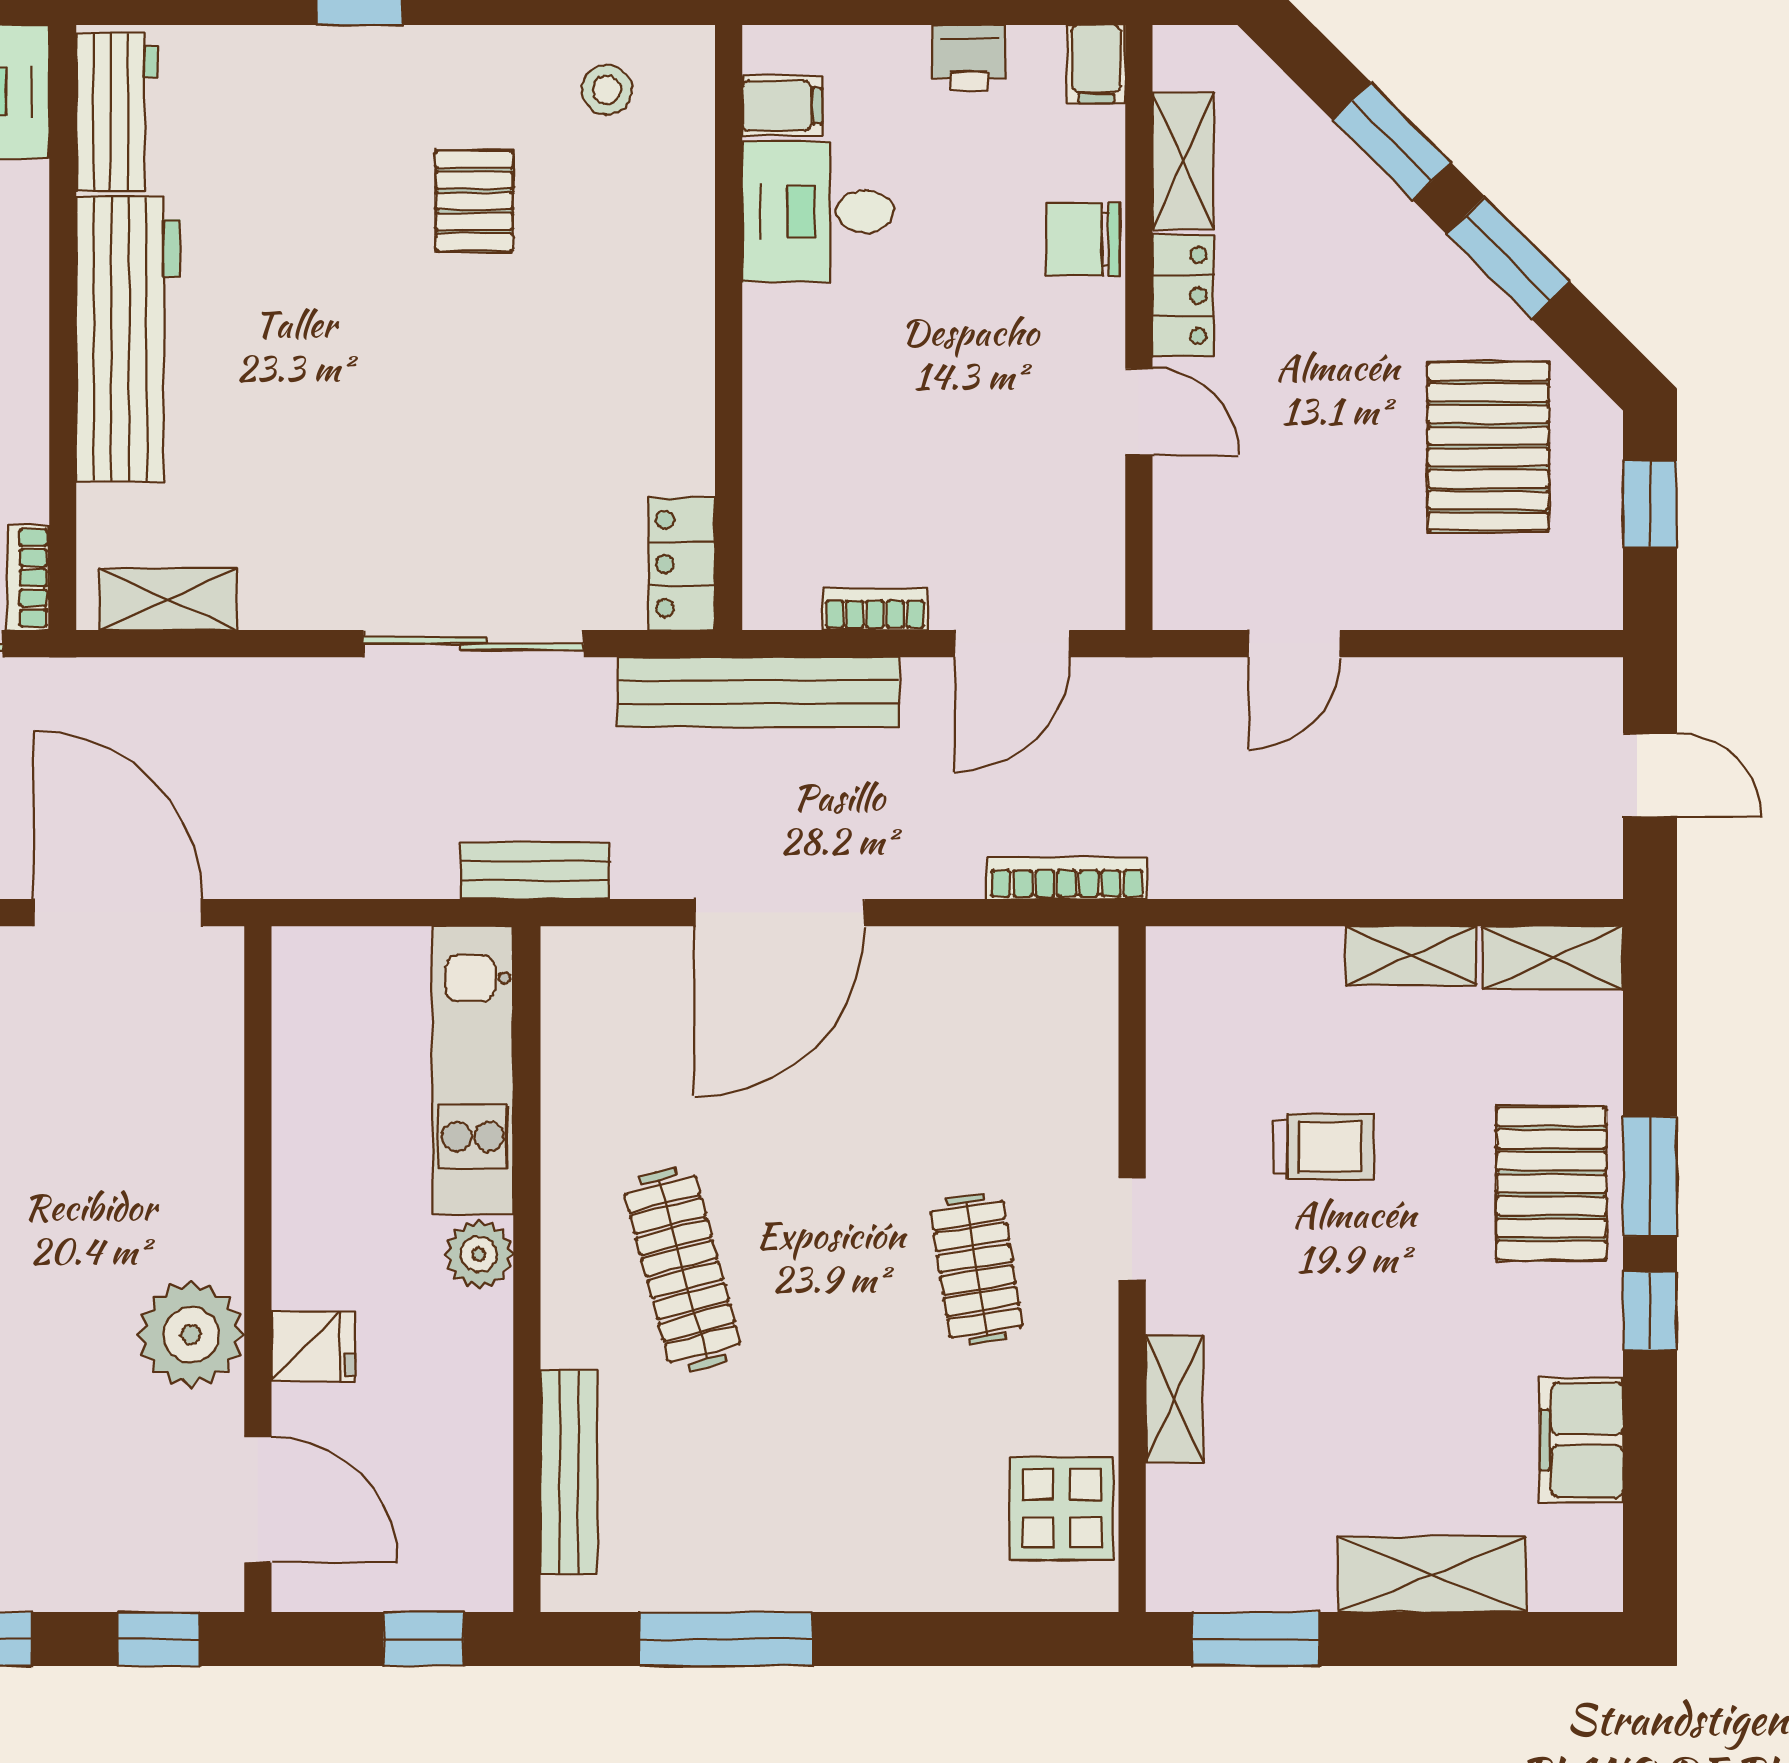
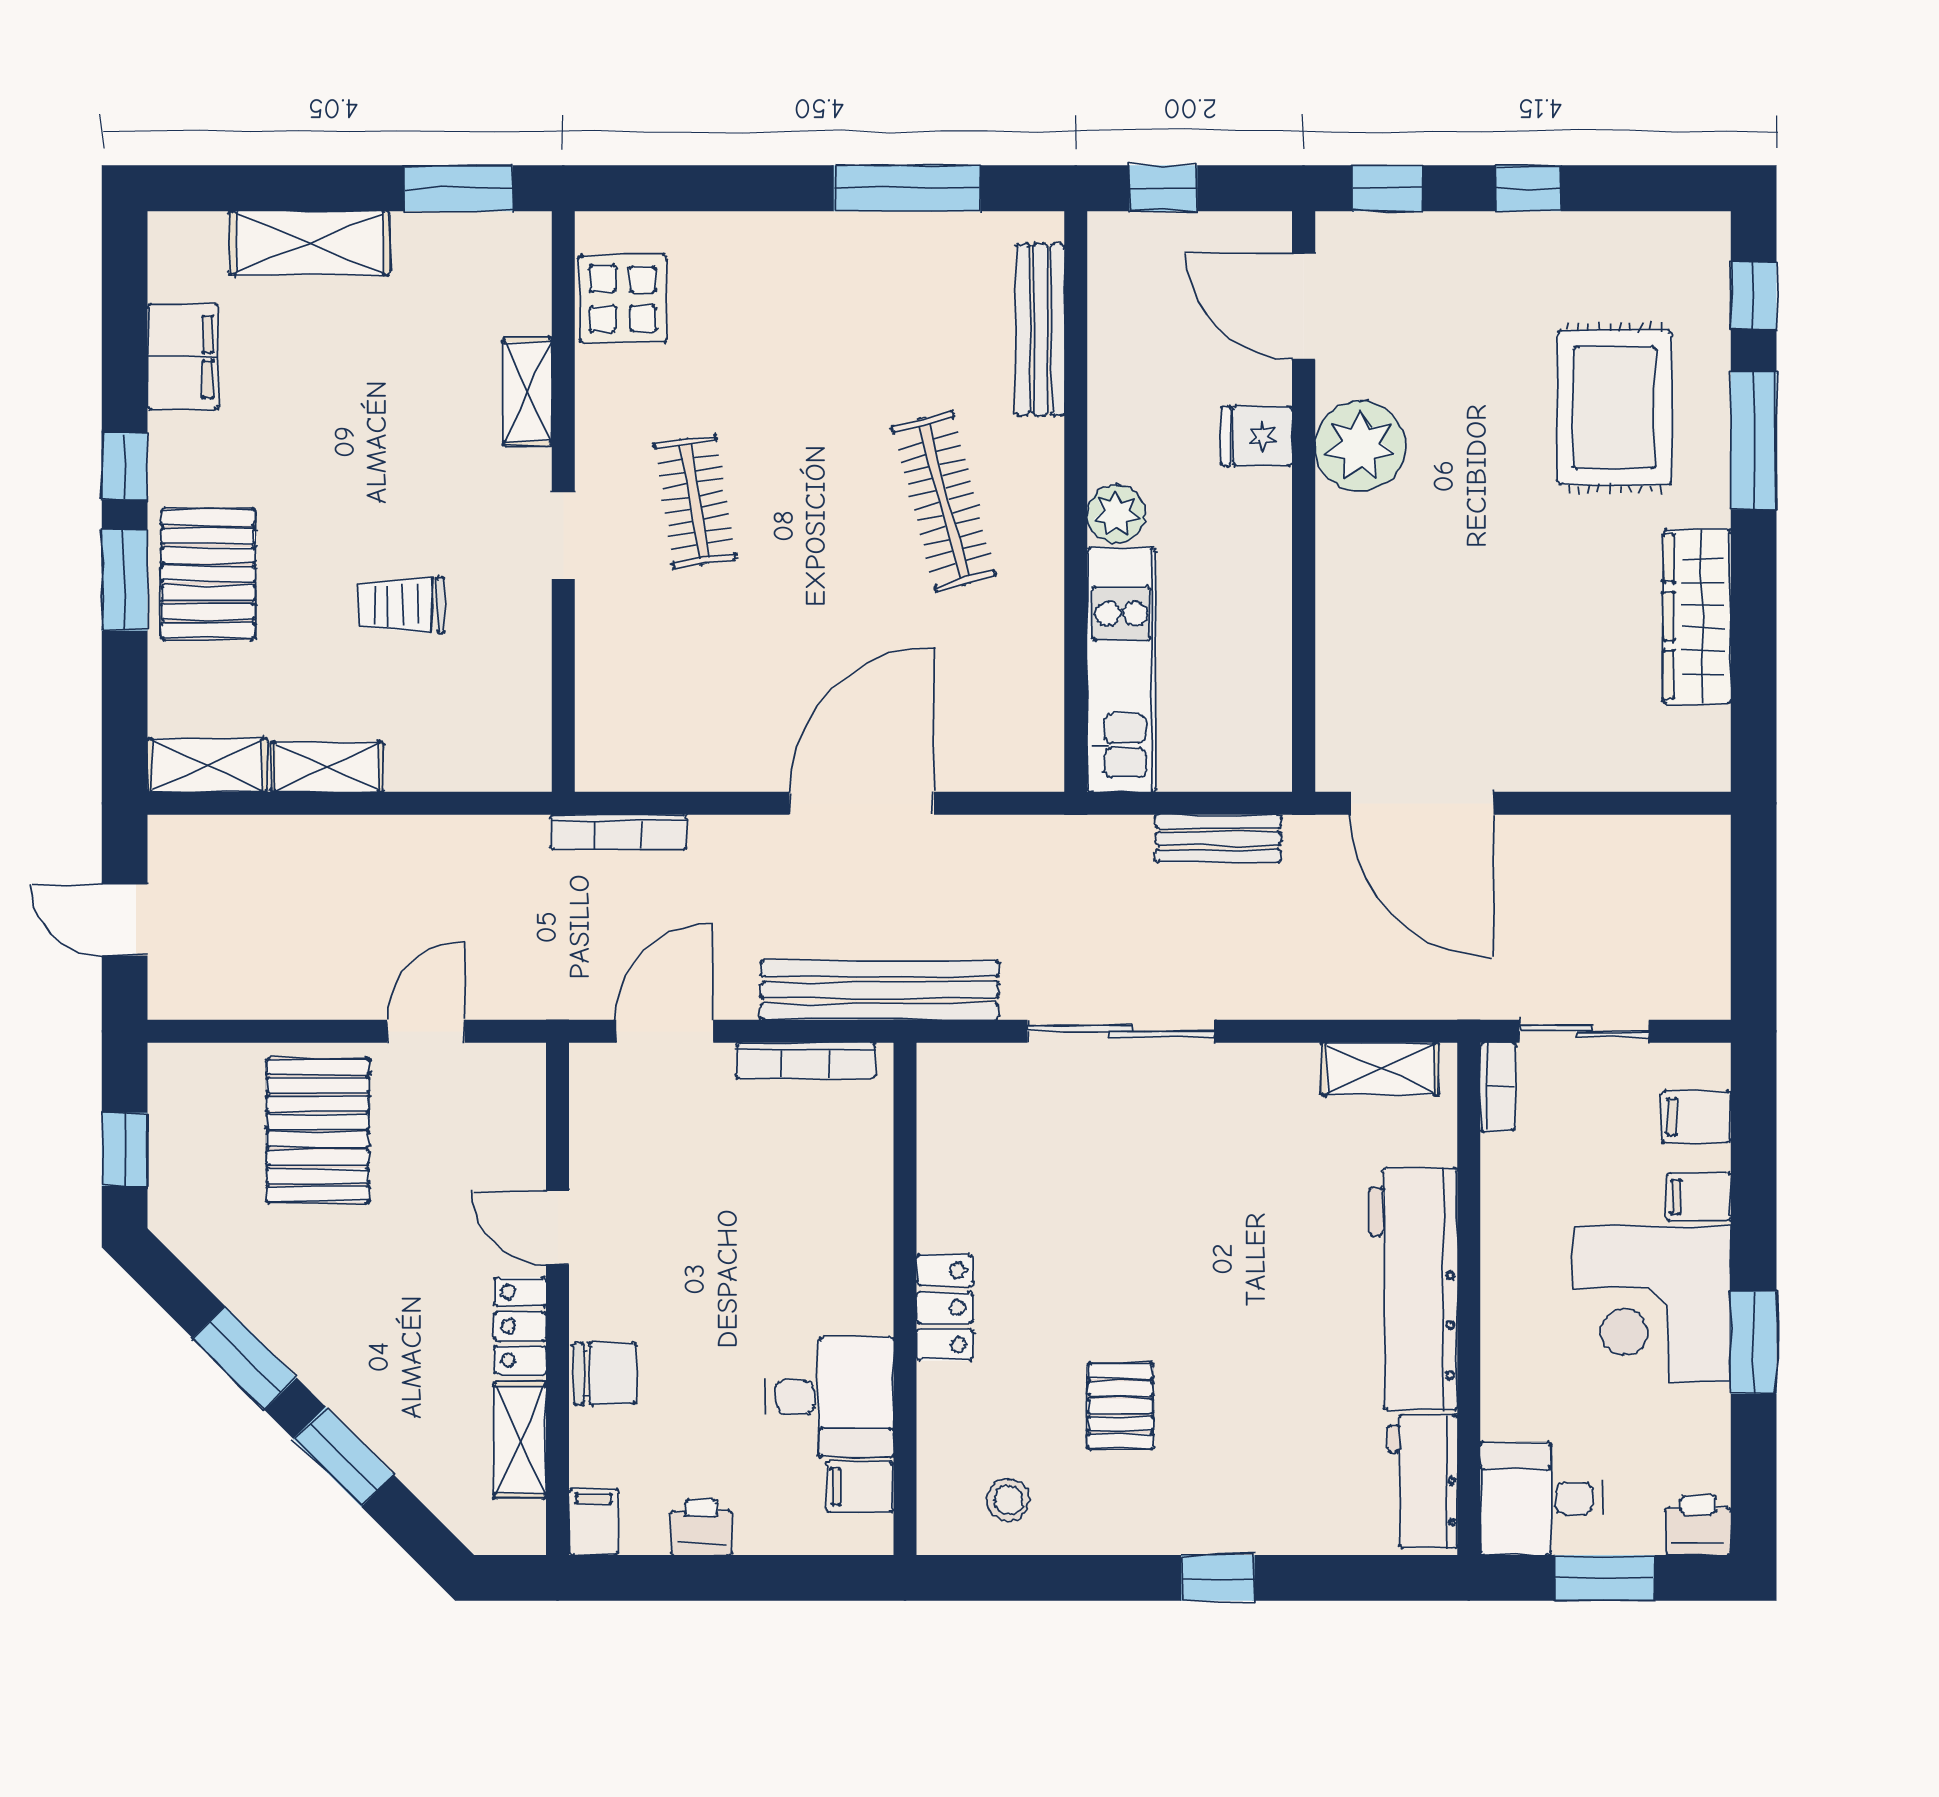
pallet: (1488, 447) -> (318, 1130), moved
locker: (682, 564) -> (945, 1307), moved
bookcase: (875, 609) -> (806, 1060), width x1.56
bench: (535, 871) -> (1218, 839), moved

